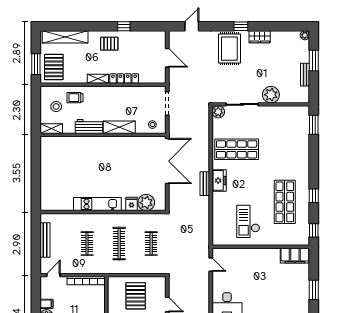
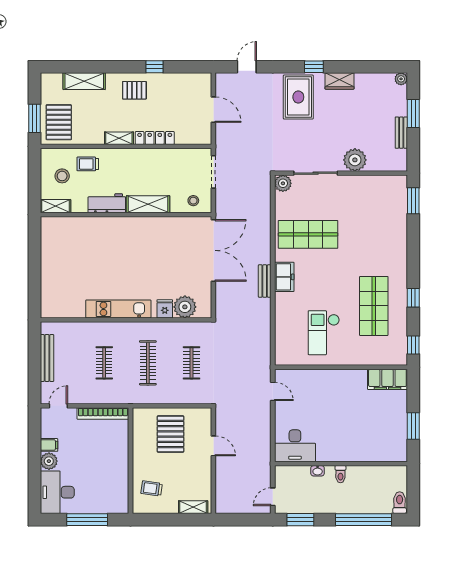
shelving: (65, 37) -> (84, 81), width x0.68

